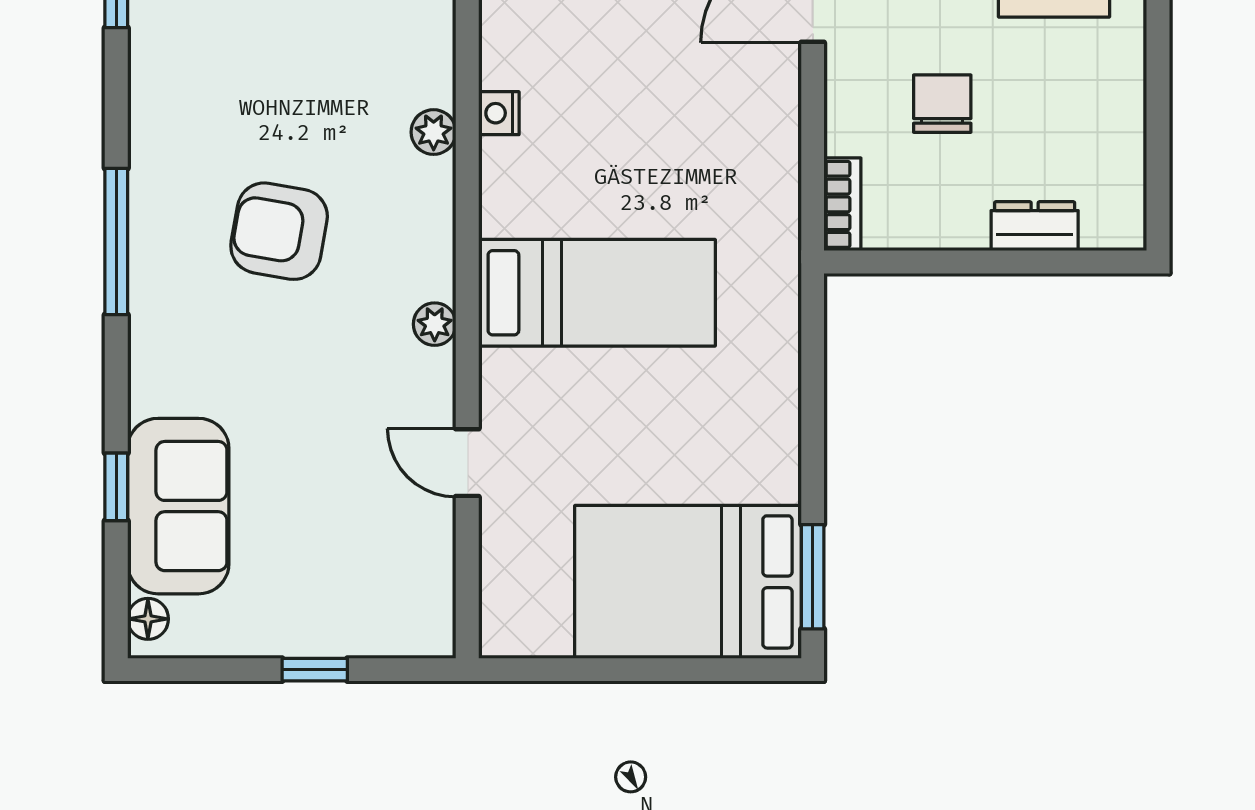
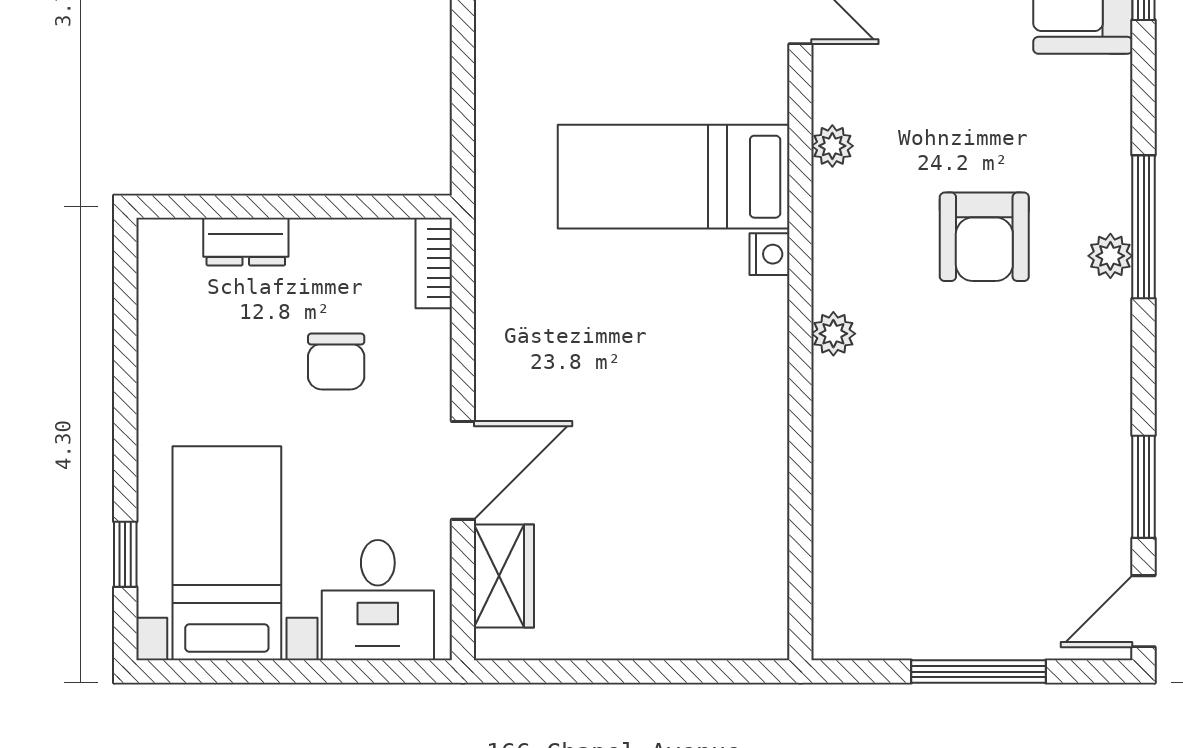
nightstand: (499, 113) -> (770, 254), moved
plant: (150, 212) -> (1110, 256), added
armchair: (279, 231) -> (984, 237), turned 80

